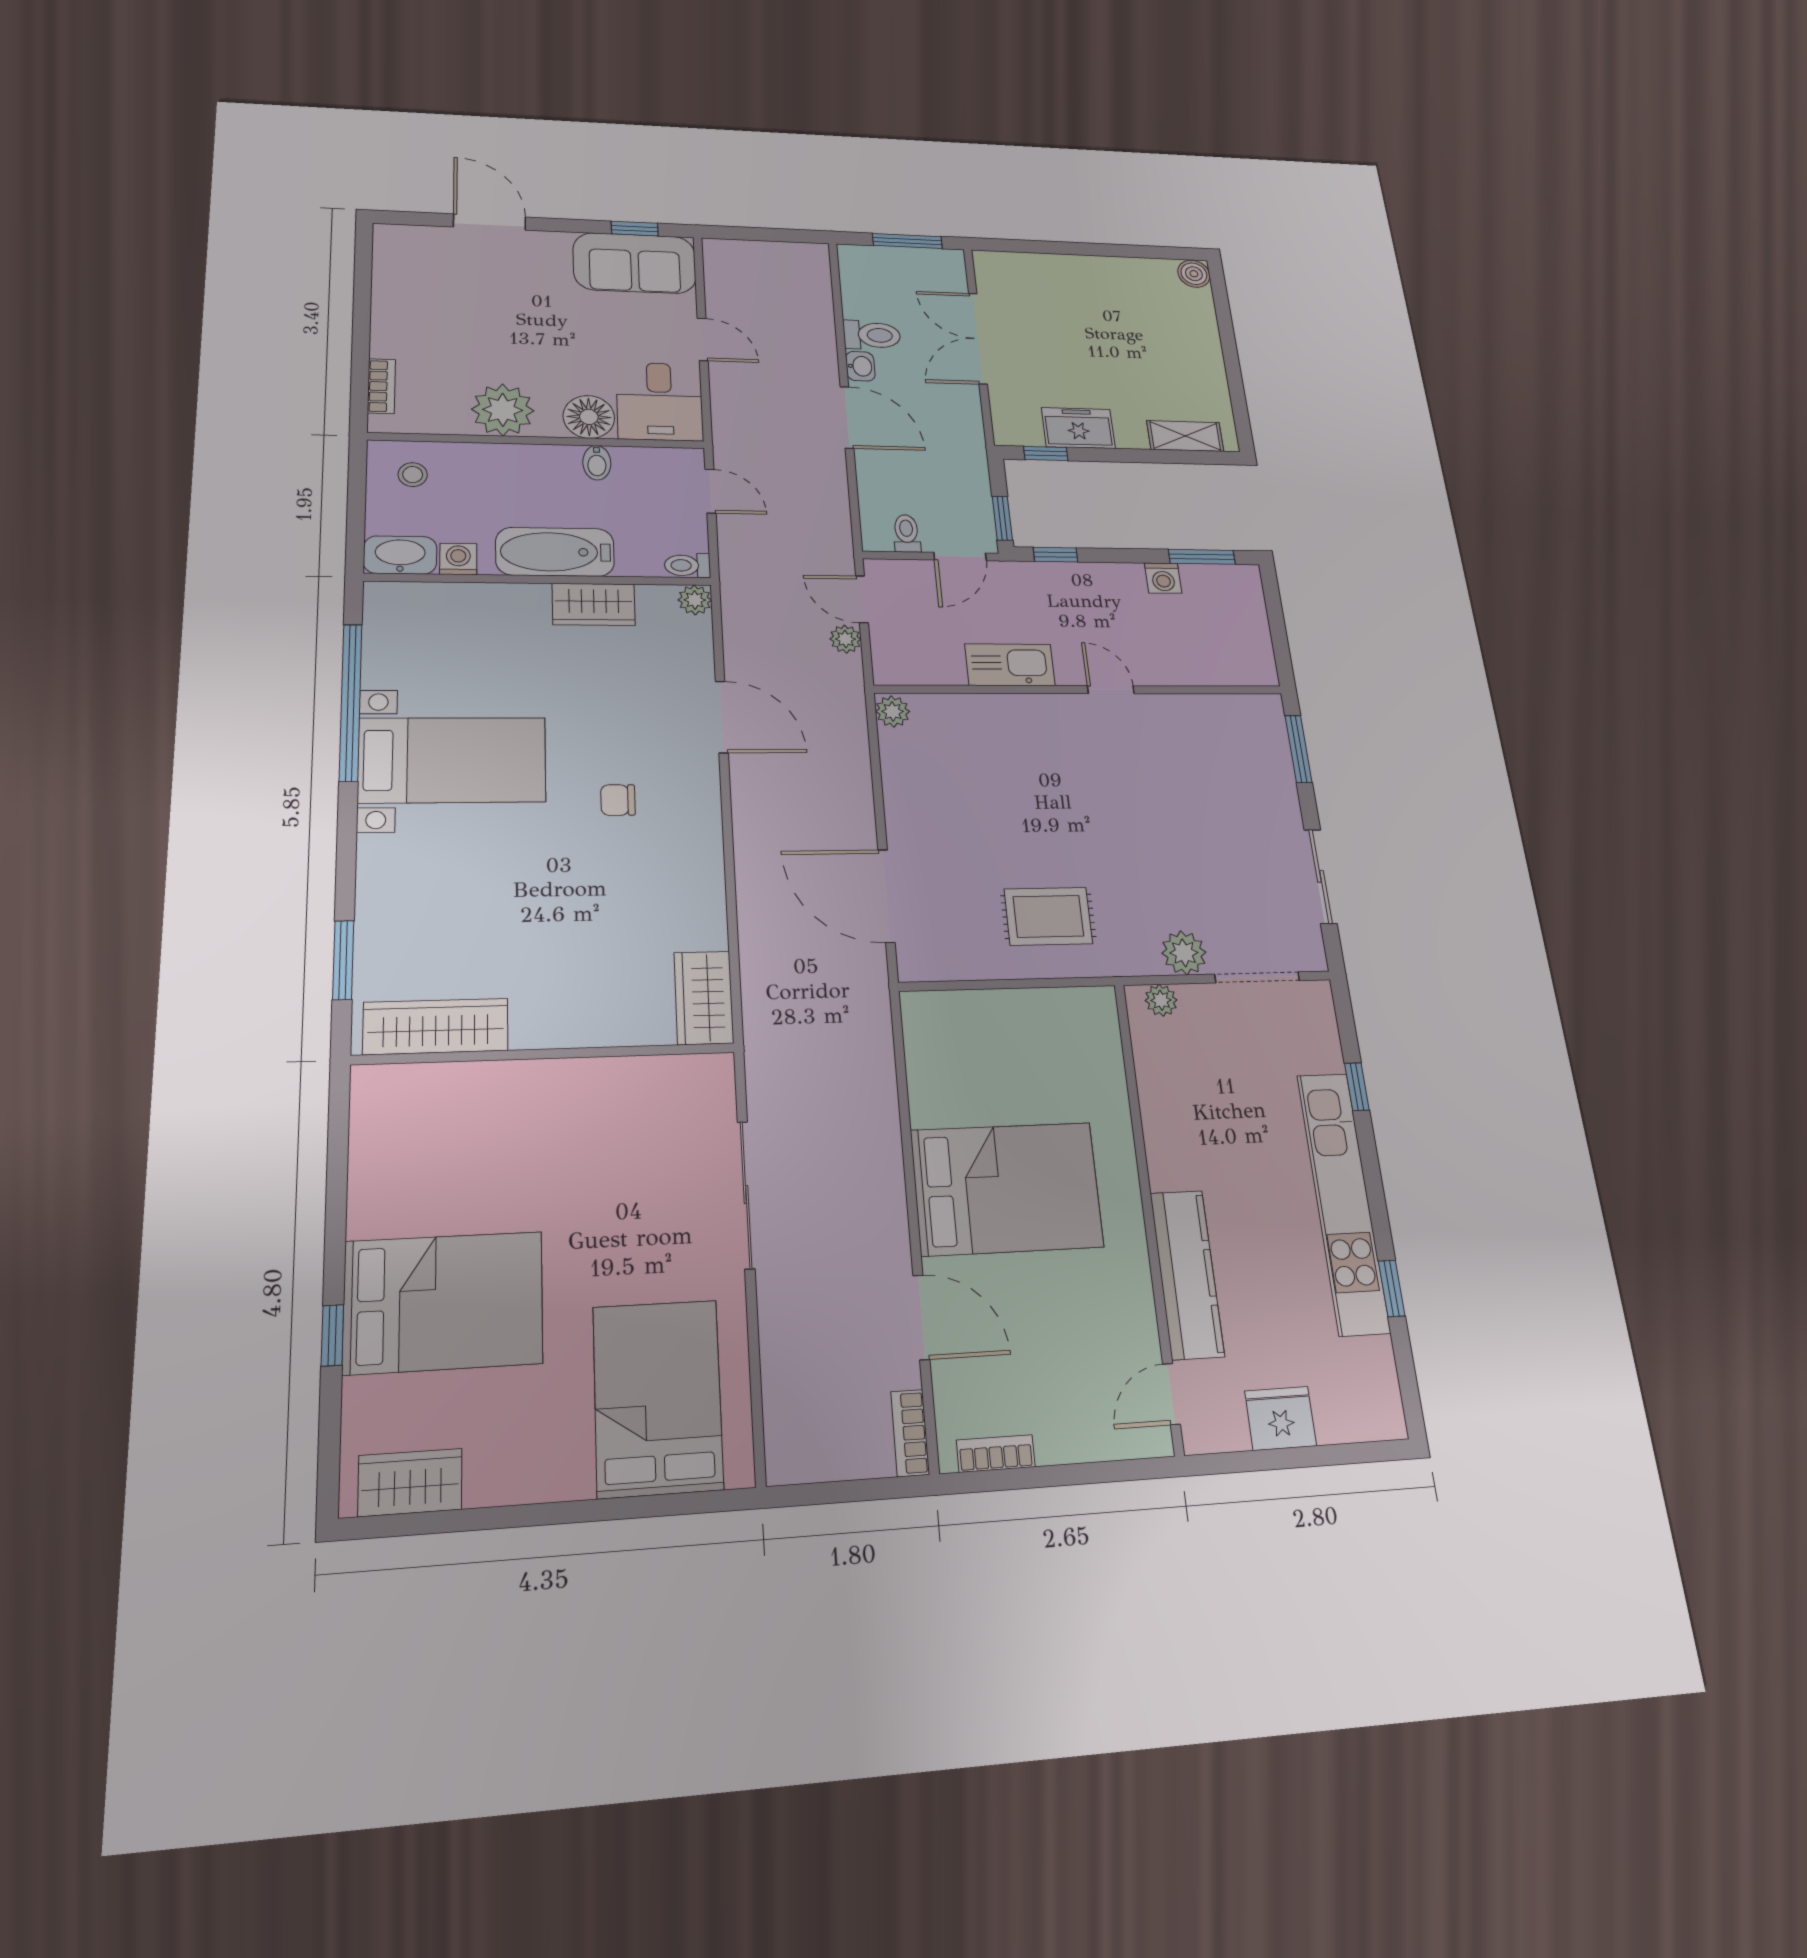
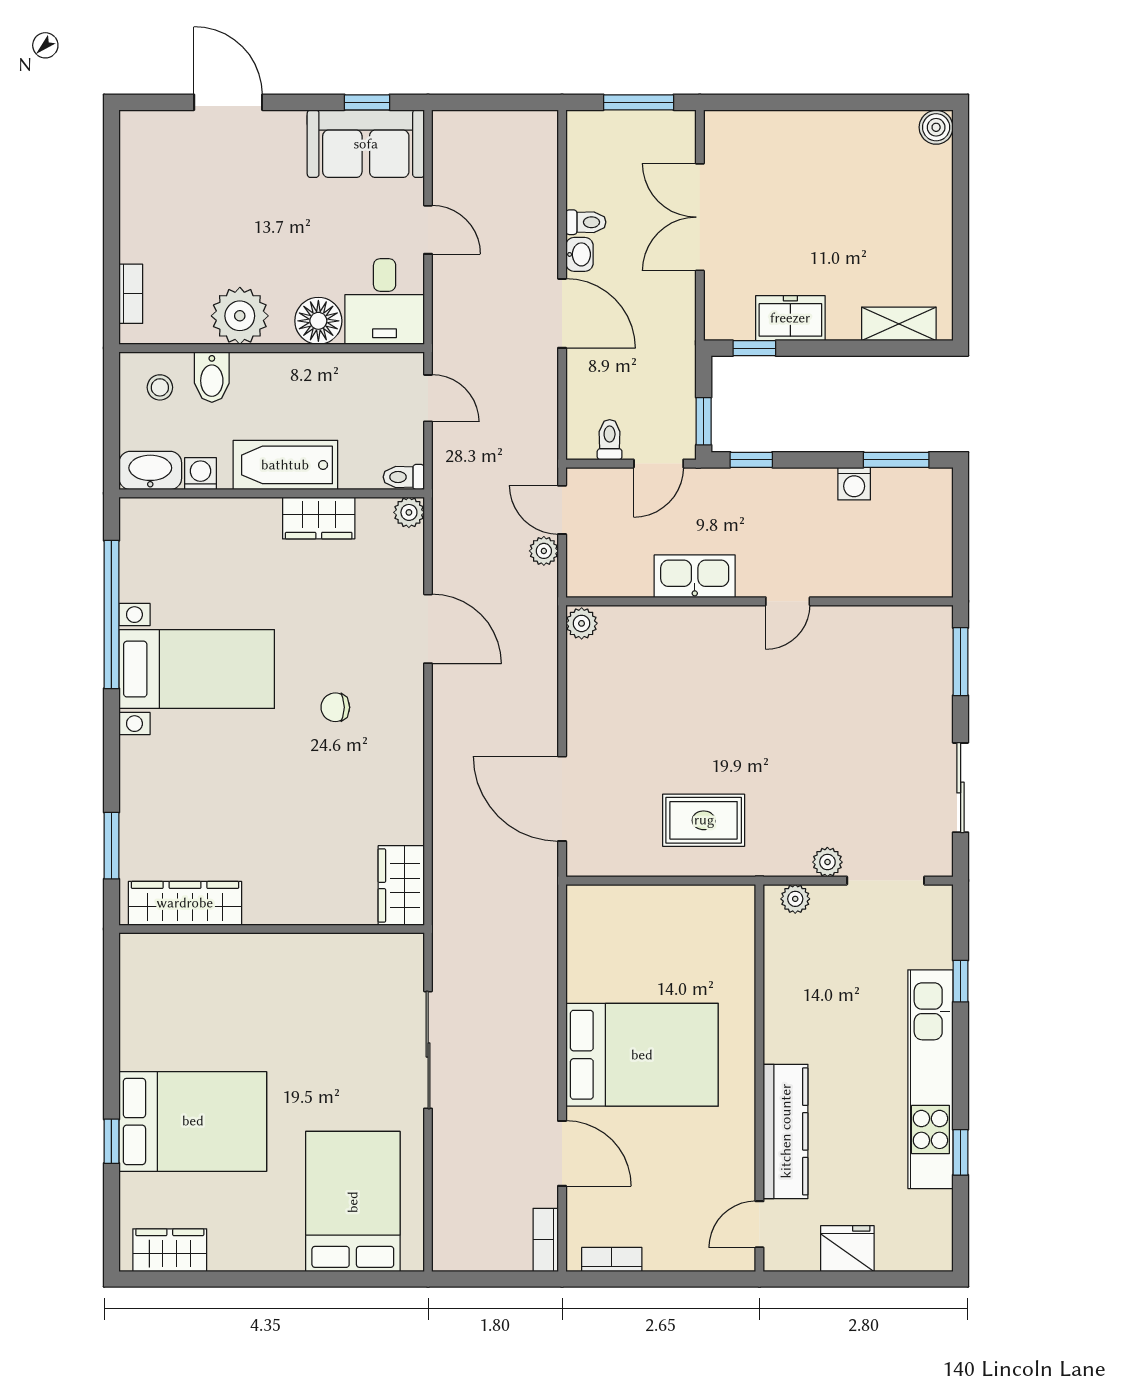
toilet: (872, 335) -> (586, 222), width x0.73, depth x0.72
bidet: (597, 463) -> (212, 377), moved, width x1.38, depth x1.36
door: (1111, 690) -> (788, 601), swing flipped
plant: (1184, 953) -> (827, 862), width x0.73, depth x0.73

